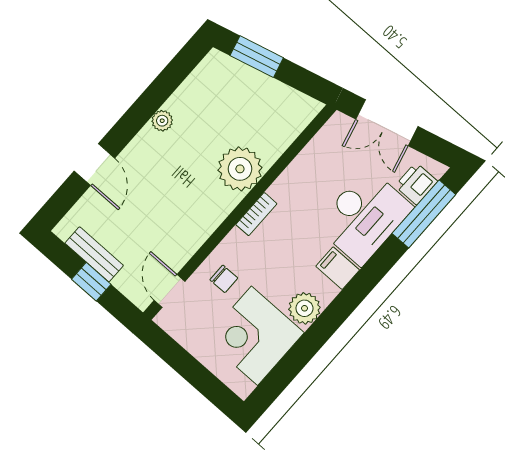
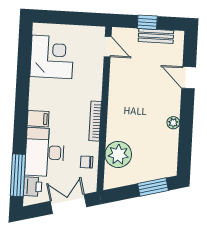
plant: (240, 169) -> (118, 154), moved
bookcase: (256, 214) -> (95, 121), width x1.56
chair: (224, 279) -> (87, 162), moved
plant: (304, 308) -> (39, 88), removed

